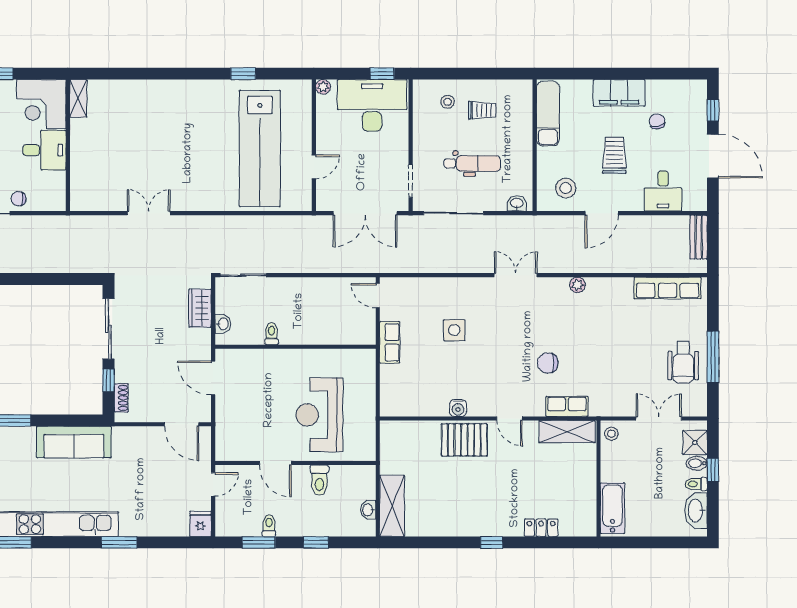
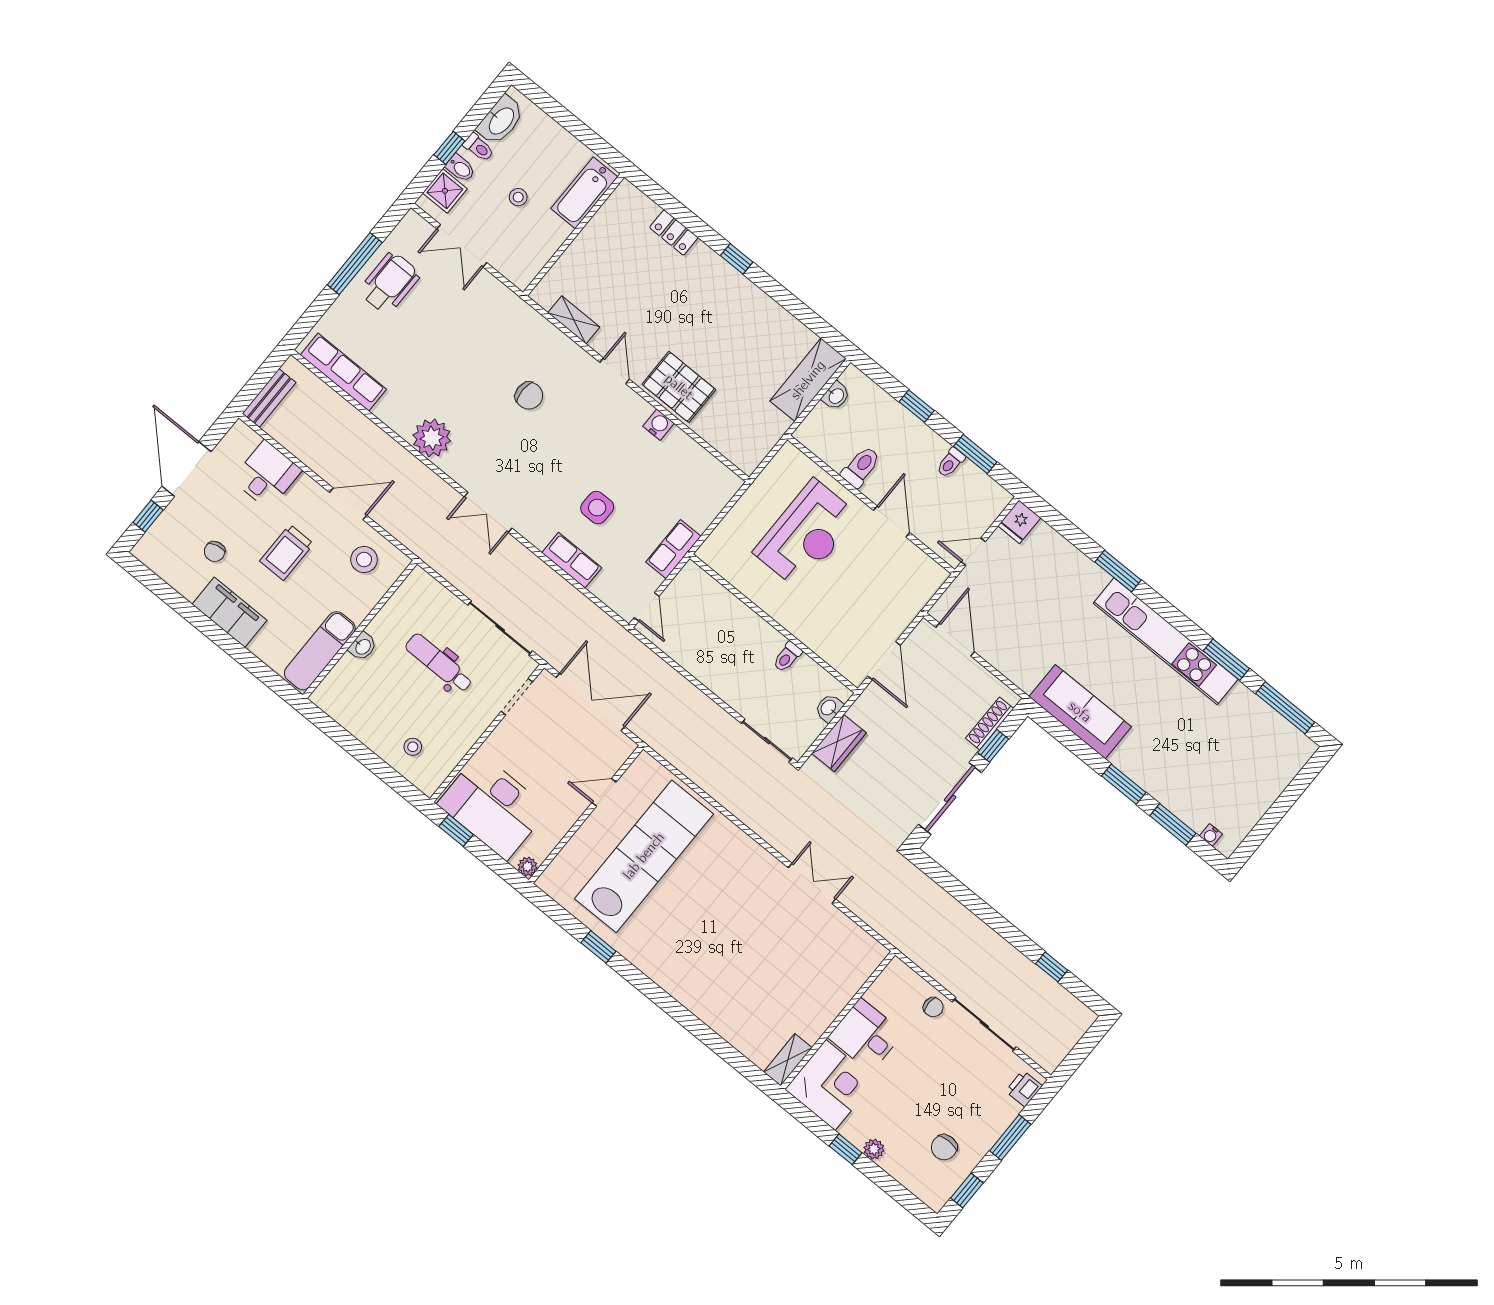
trolley: (482, 110) -> (384, 709), removed
washbasin: (517, 203) -> (363, 646), moved, turned -90
double door: (149, 213) -> (812, 883), swing flipped
plant: (577, 285) -> (432, 438), width x1.87, depth x1.87
shoe rack: (121, 398) -> (990, 723), width x1.43
row of seats: (567, 406) -> (572, 560), moved, turned 180
shelving: (567, 432) -> (574, 320), width x0.67, depth x0.75
stool: (611, 434) -> (518, 197), moved

